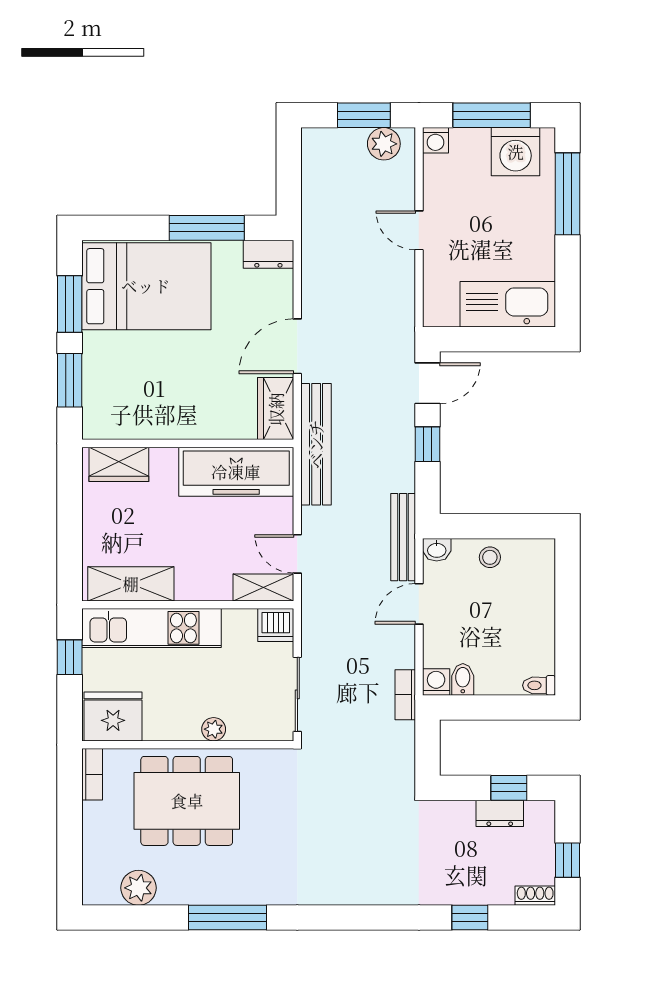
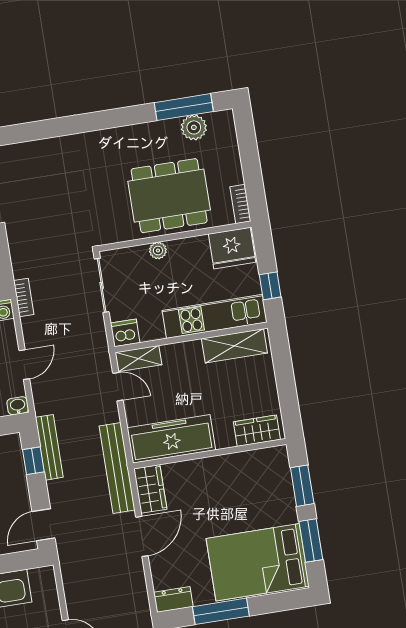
window: (428, 444) -> (33, 461), moved
bench: (403, 537) -> (49, 447), moved
window: (227, 918) -> (184, 107), moved

